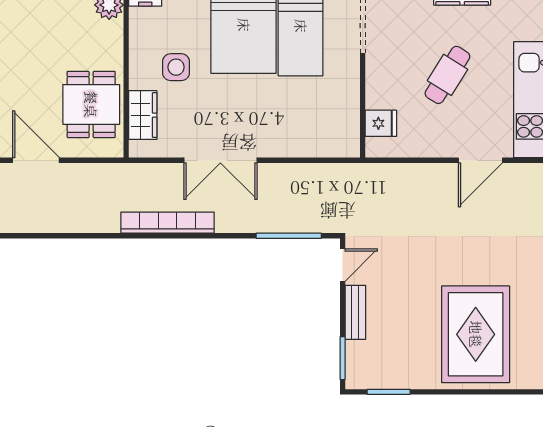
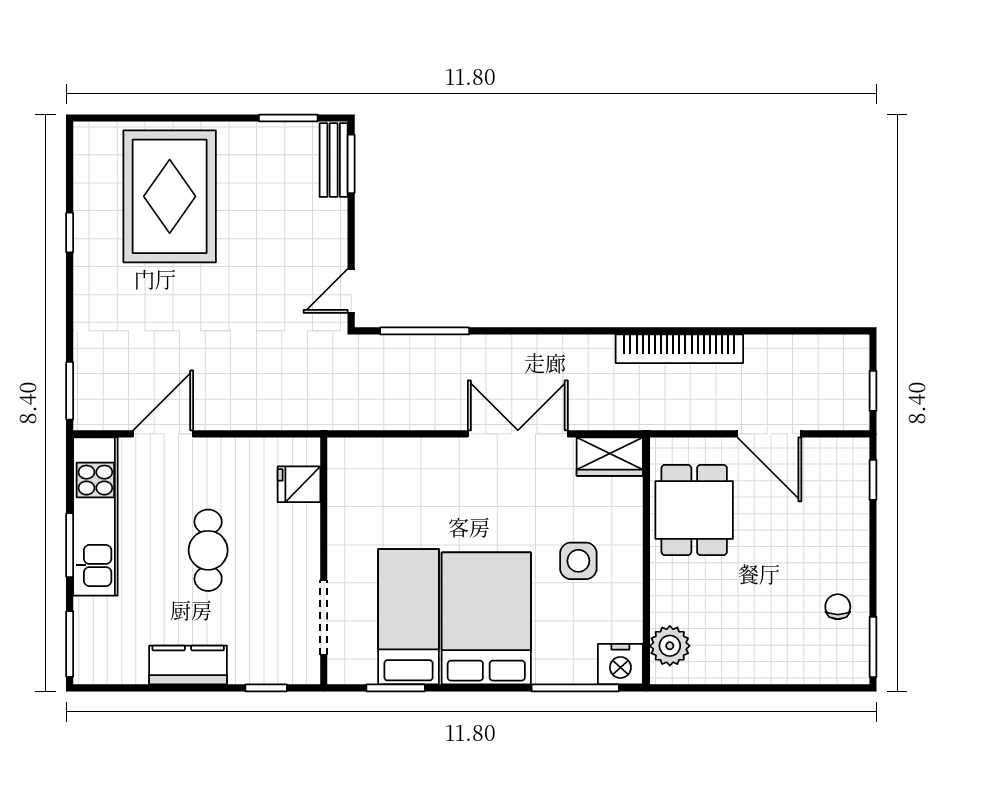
cafe table: (447, 75) -> (208, 550), turned -32
wardrobe: (143, 115) -> (610, 457), moved, turned -90
bookcase: (168, 223) -> (679, 349), moved
bench: (355, 312) -> (334, 160), moved

